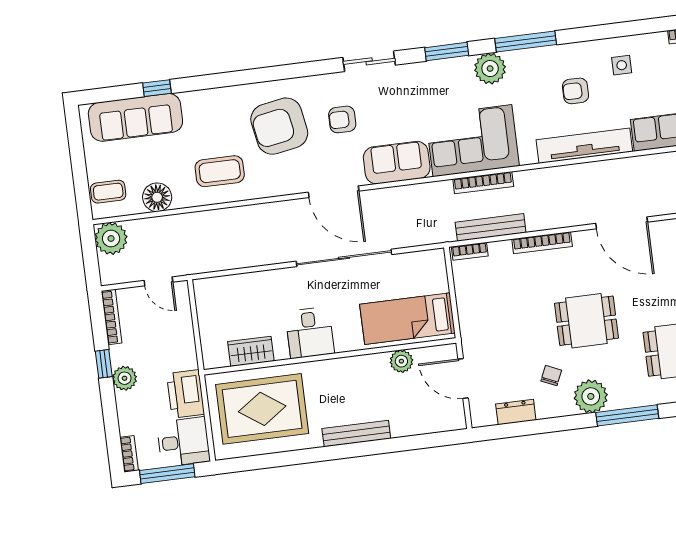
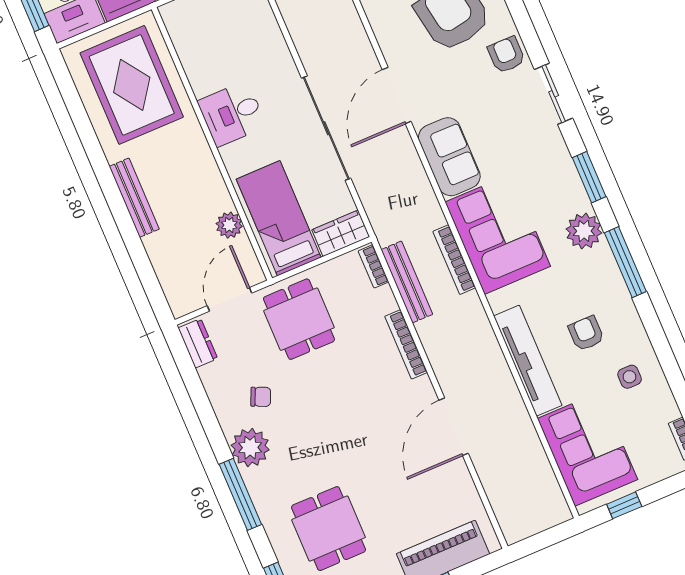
armchair: (342, 119) -> (506, 55), moved
dining table: (586, 321) -> (299, 319), moved
wardrobe: (251, 351) -> (341, 233), moved, turned -90
dresser: (516, 412) -> (198, 343), moved

